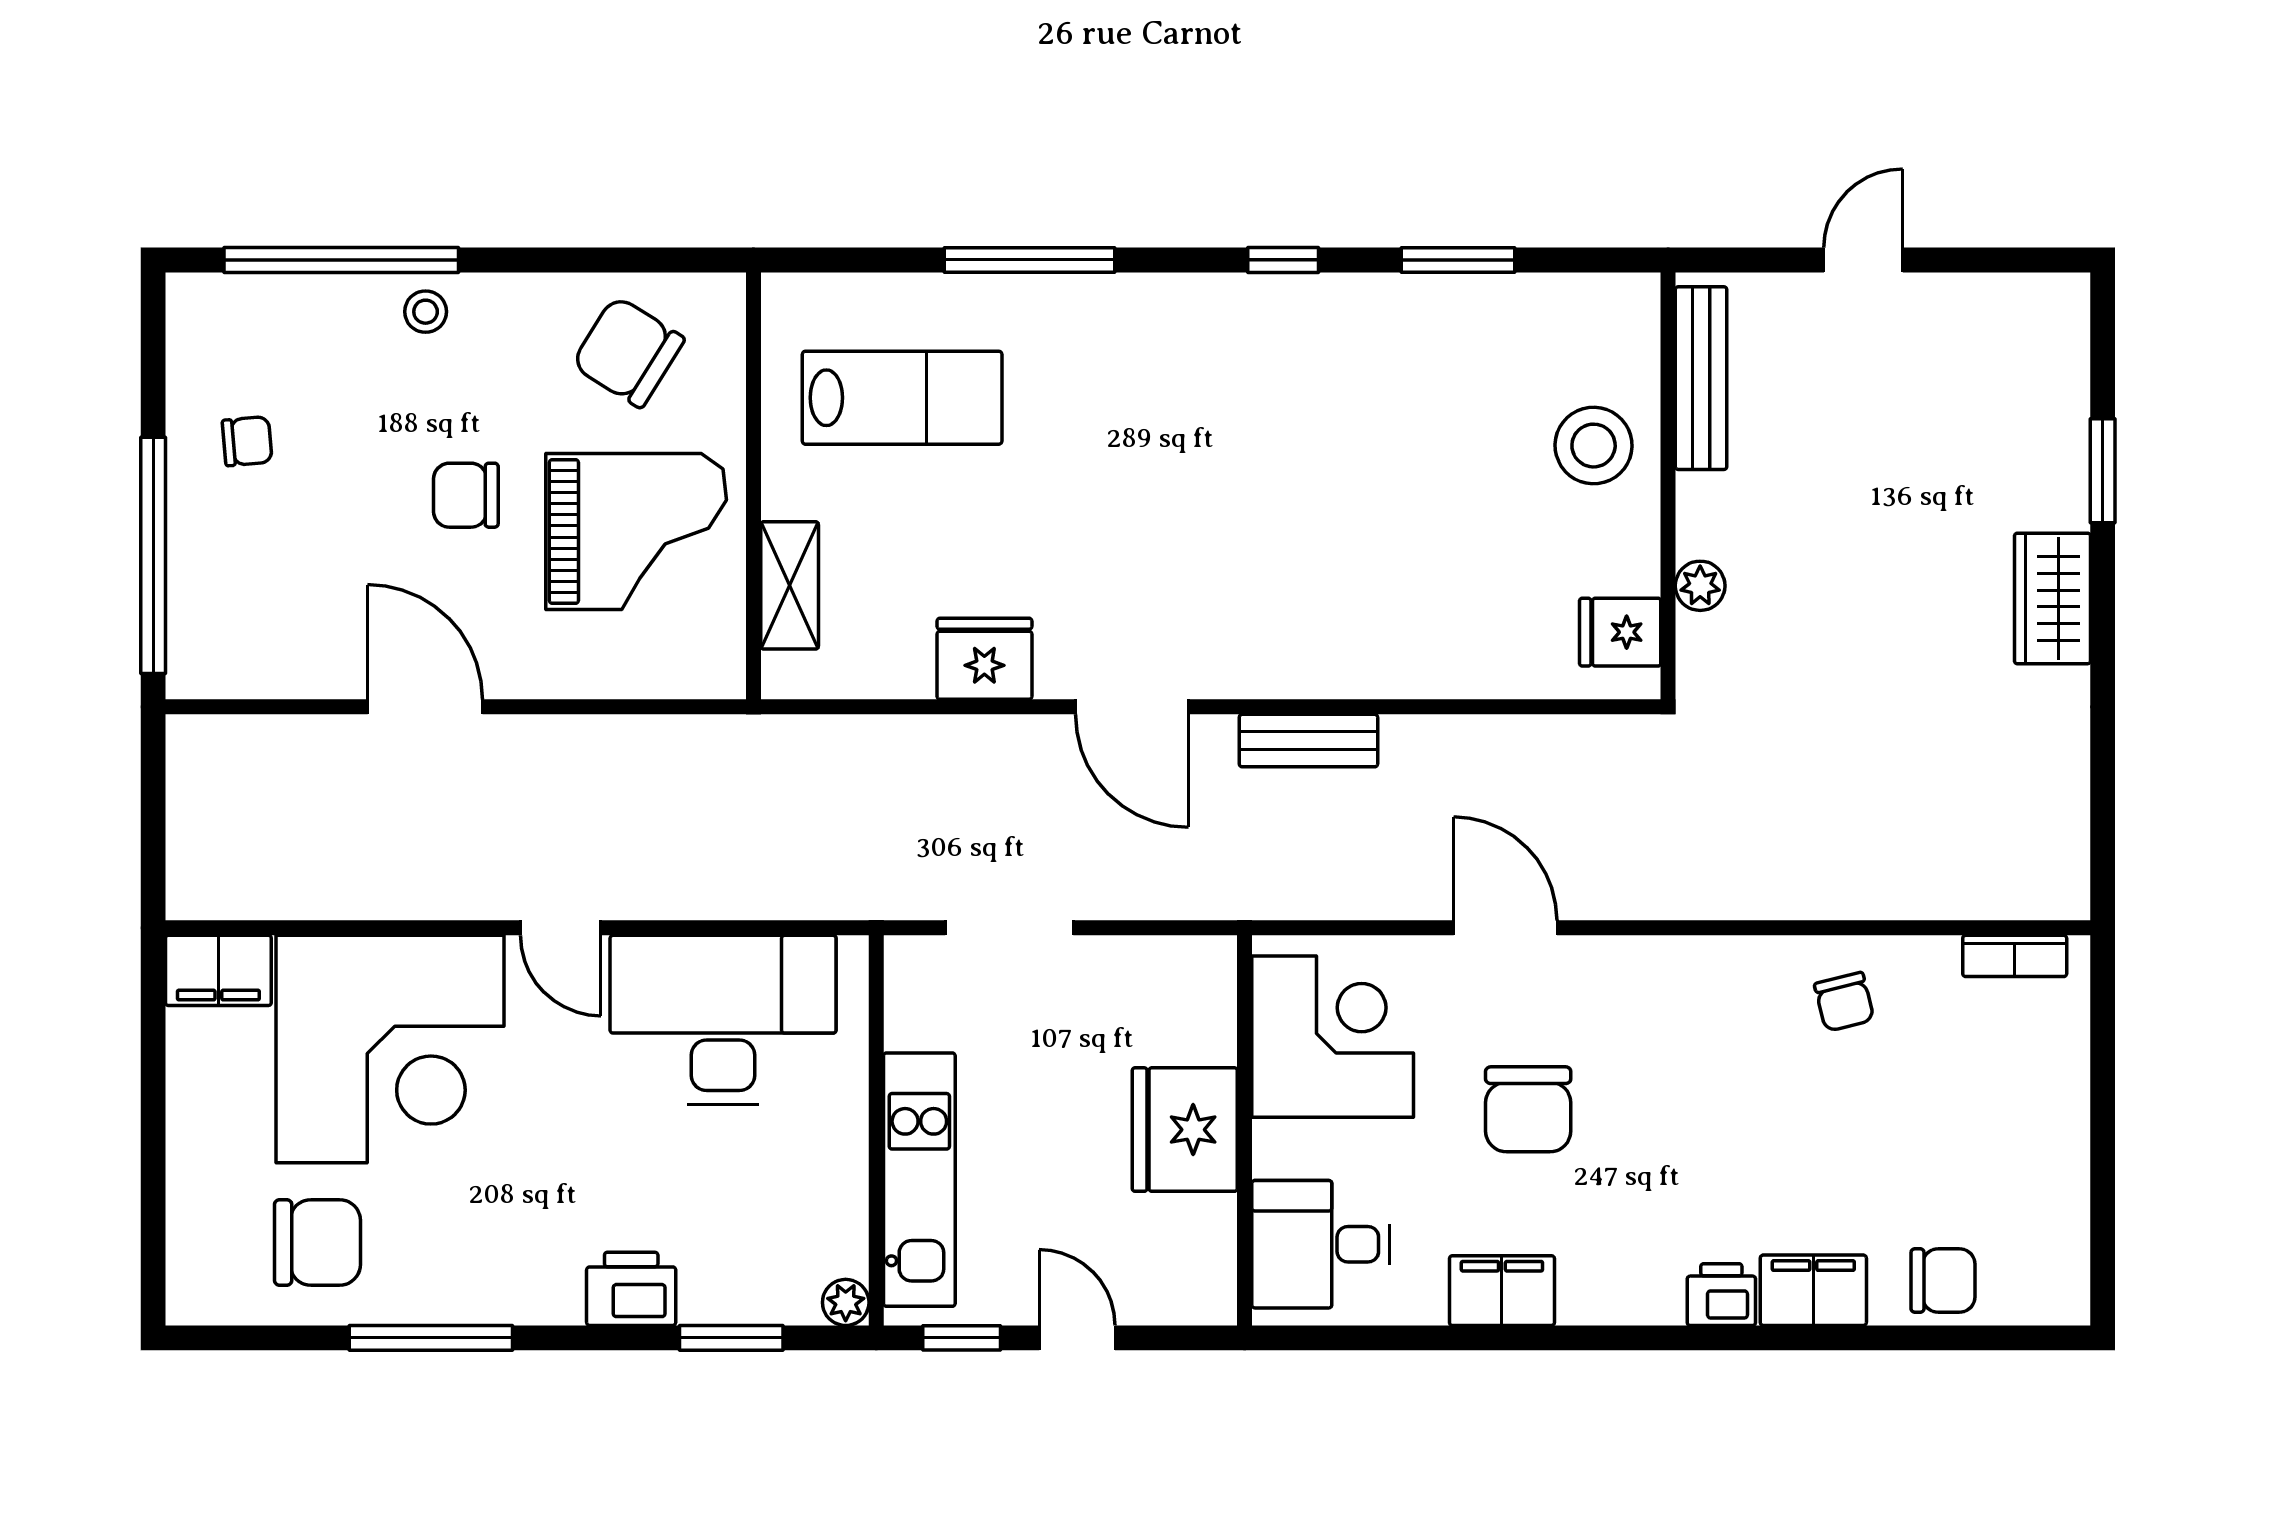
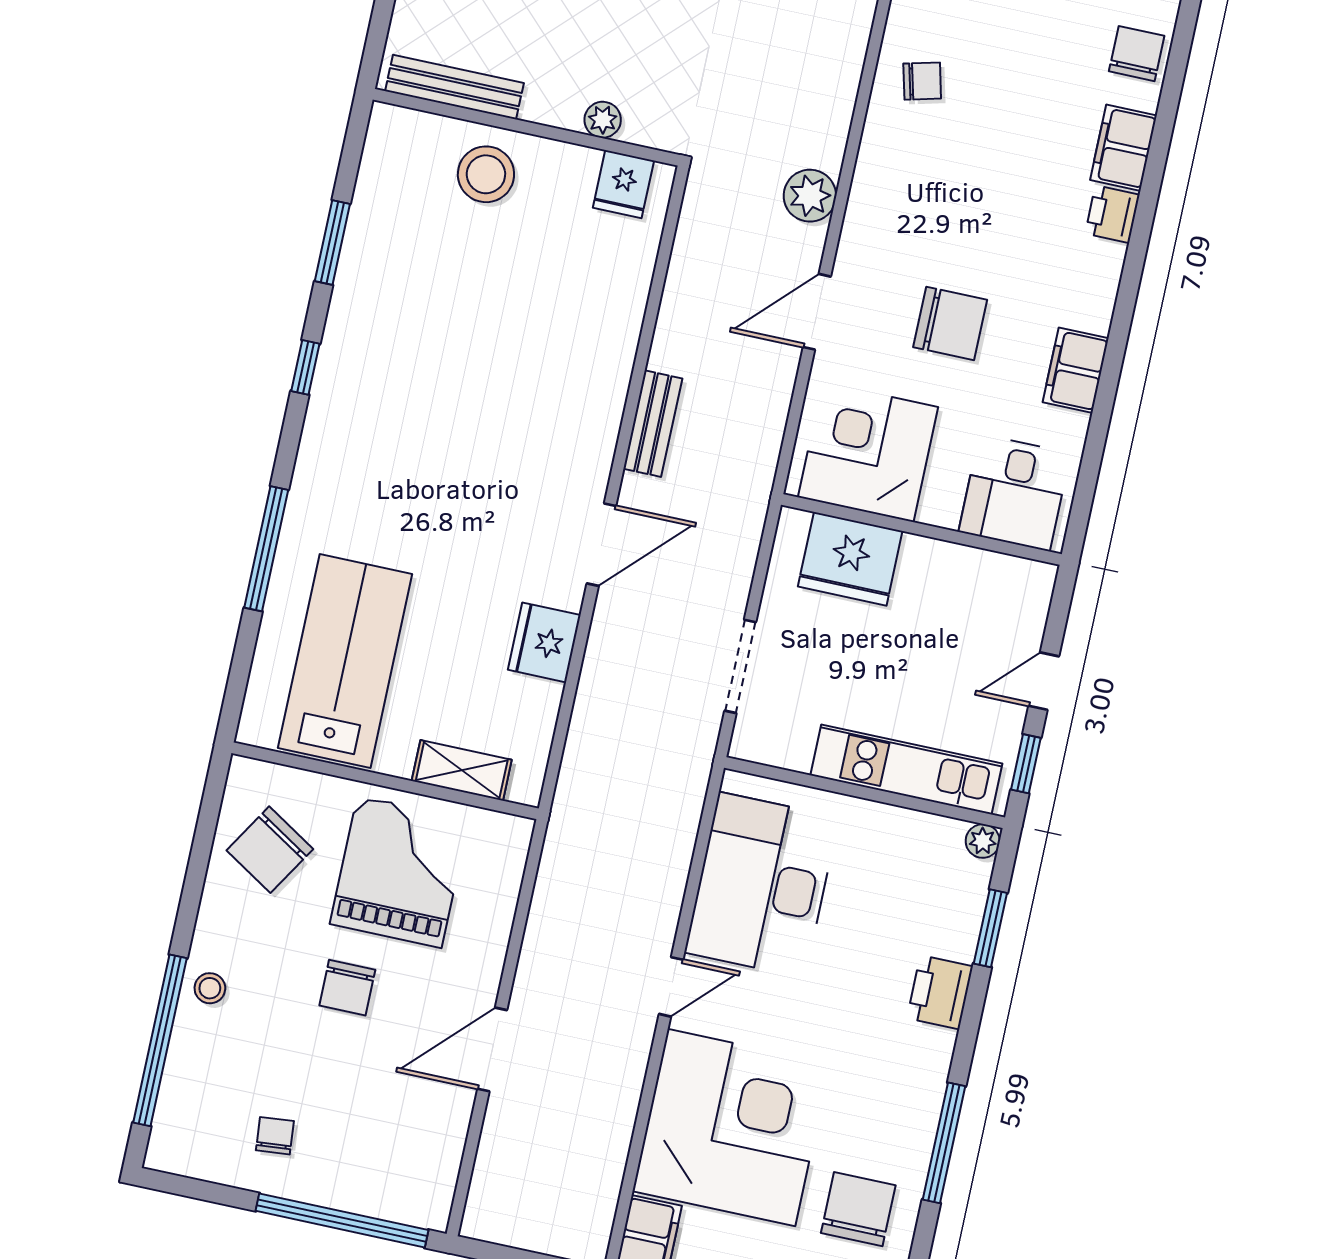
lab bench: (902, 398) -> (345, 661), width x1.36, depth x1.39
plant: (1659, 885) -> (810, 196), added
fridge: (1185, 1130) -> (850, 559), moved

